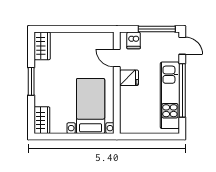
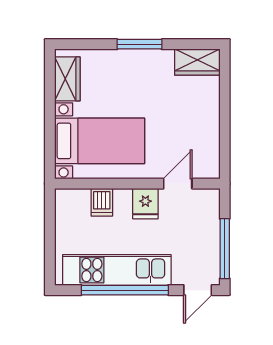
dishwasher: (134, 40) -> (102, 202), moved, turned -90
wardrobe: (42, 120) -> (67, 79), moved, turned -90

